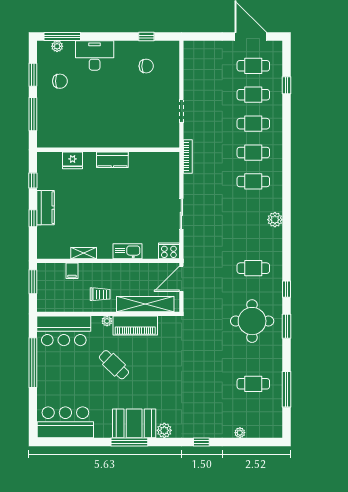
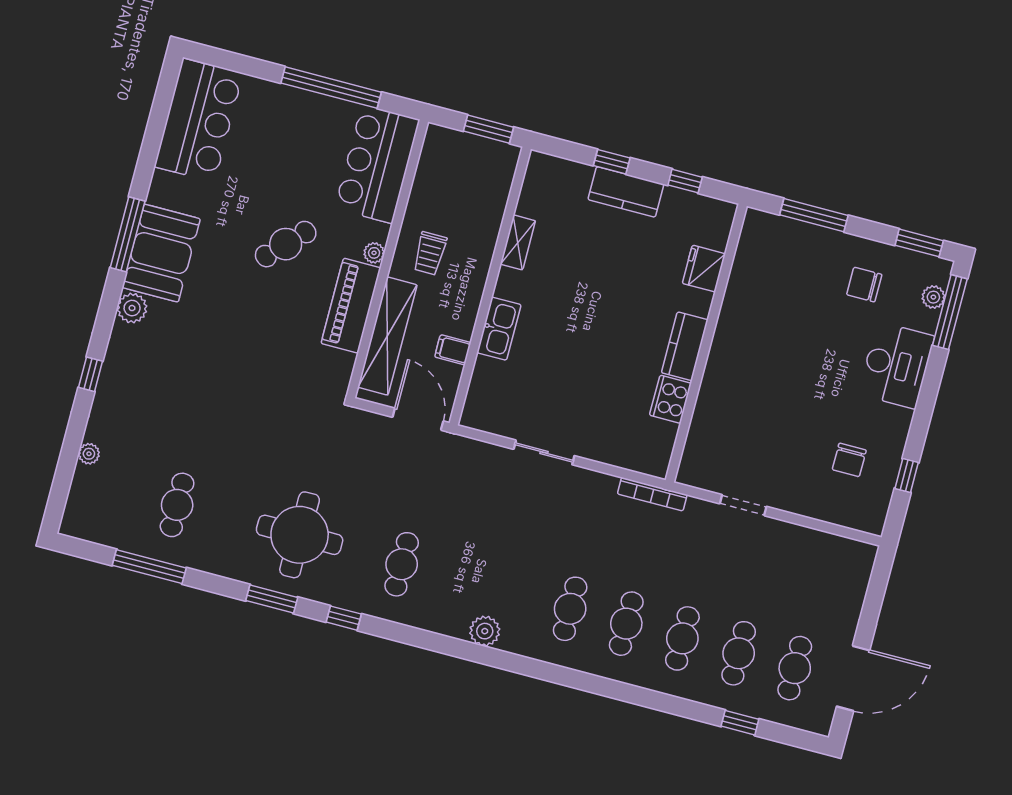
window: (33, 75) -> (919, 243), moved
chair: (60, 81) -> (864, 285), turned 90
cooker: (169, 251) -> (670, 399), moved, turned 180
filing cabinet: (72, 271) -> (453, 350), moved

